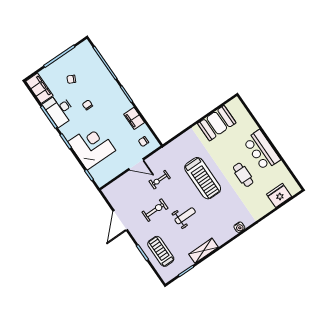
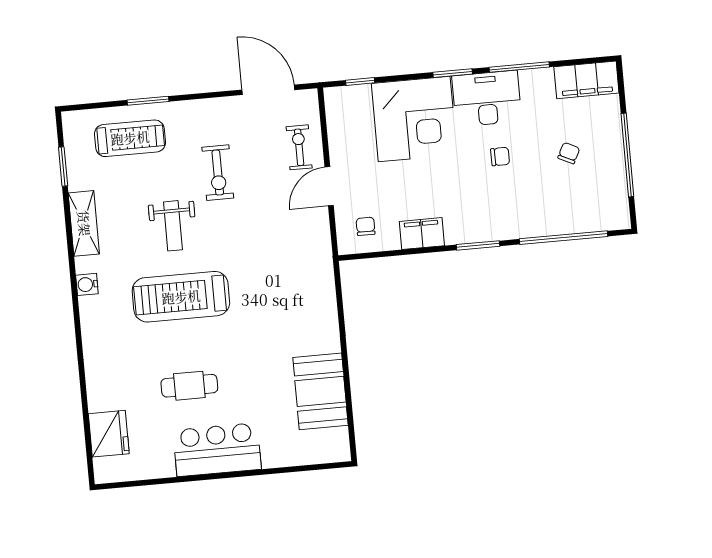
desk: (59, 110) -> (487, 99), moved
treadmill: (203, 178) -> (181, 297), moved
exercise bike: (160, 180) -> (299, 147), moved
door: (120, 220) -> (268, 90), moved
water cooler: (239, 227) -> (87, 284), moved

